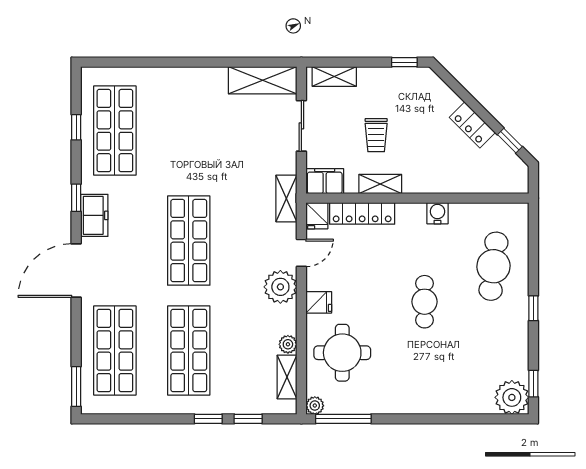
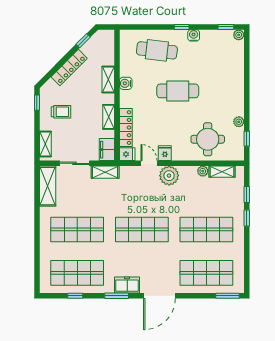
locker: (472, 125) -> (69, 68), width x1.53
shop shelf: (189, 131) -> (77, 229), added
trolley: (376, 135) -> (61, 112), moved
shelving: (444, 183) -> (108, 80), added
window: (76, 198) -> (117, 296), width x1.50
shelving: (286, 198) -> (105, 172), moved
door: (76, 271) -> (159, 296), hinge flipped
fridge: (319, 302) -> (165, 153), moved
cafe table: (425, 302) -> (178, 91), width x1.37, depth x1.35
water cooler: (519, 329) -> (194, 35), added
plant: (512, 397) -> (239, 35), width x0.53, depth x0.53
plant: (315, 406) -> (239, 122), moved
window: (343, 419) -> (247, 139), width x0.46

